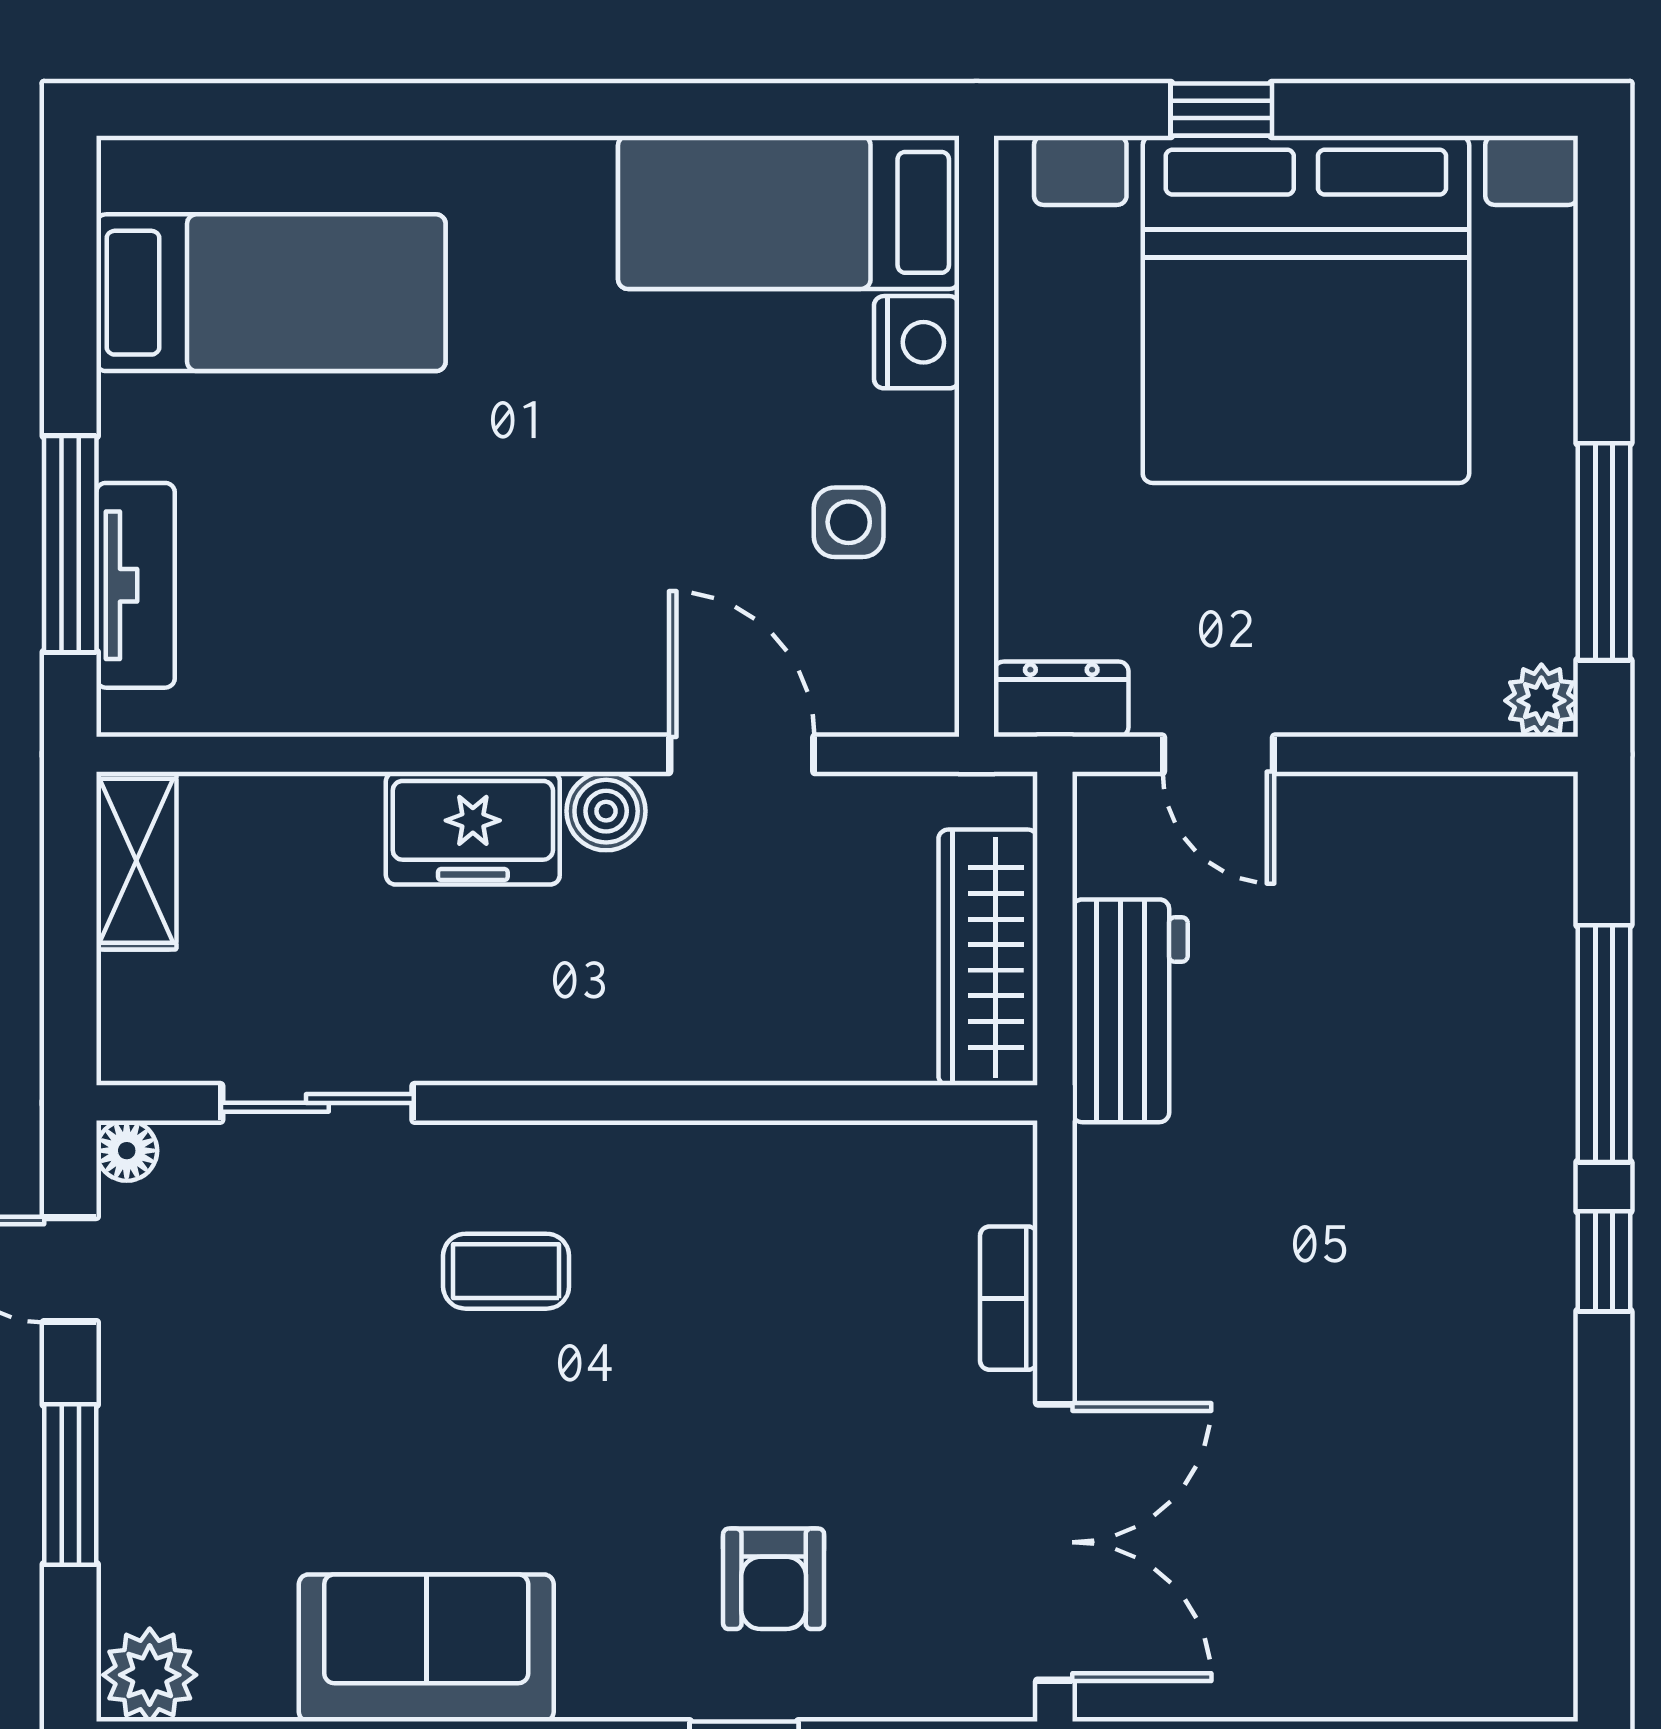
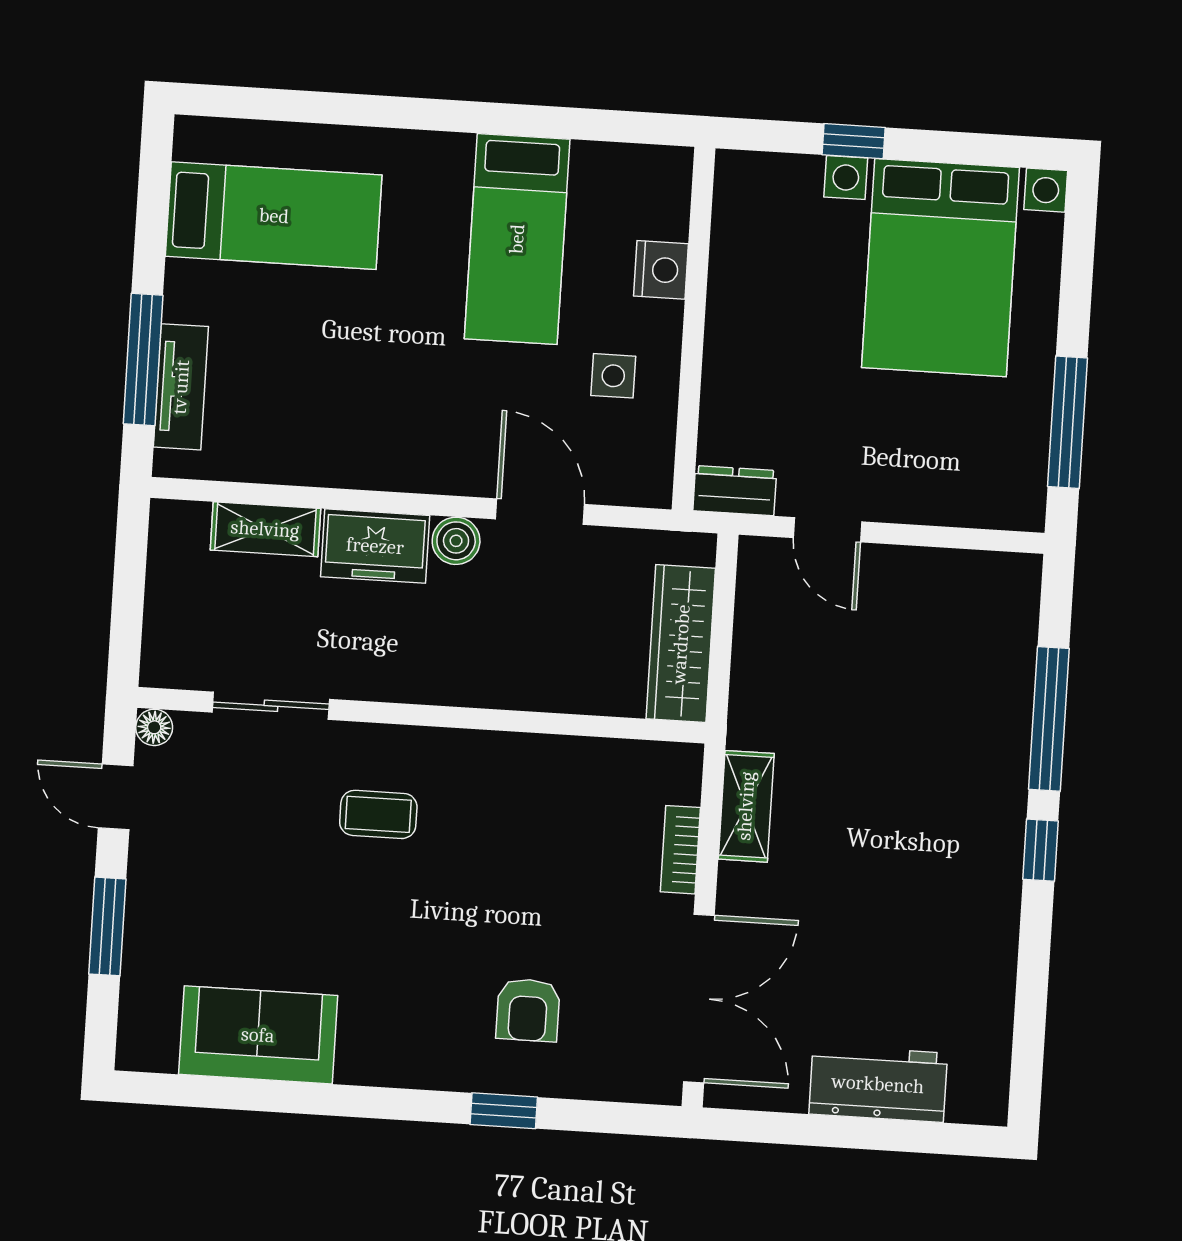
bed: (789, 212) -> (517, 239), moved, turned -90
bed with nightstands: (1306, 309) -> (940, 268), width x0.73
plant: (1541, 701) -> (1024, 510), removed
shelving: (136, 861) -> (265, 529), moved, turned 90
workbench: (1130, 1011) -> (878, 1084), moved, turned -90
shelving: (1113, 1220) -> (746, 806), added
sofa: (426, 1648) -> (258, 1035), moved
plant: (150, 1675) -> (148, 1044), removed

